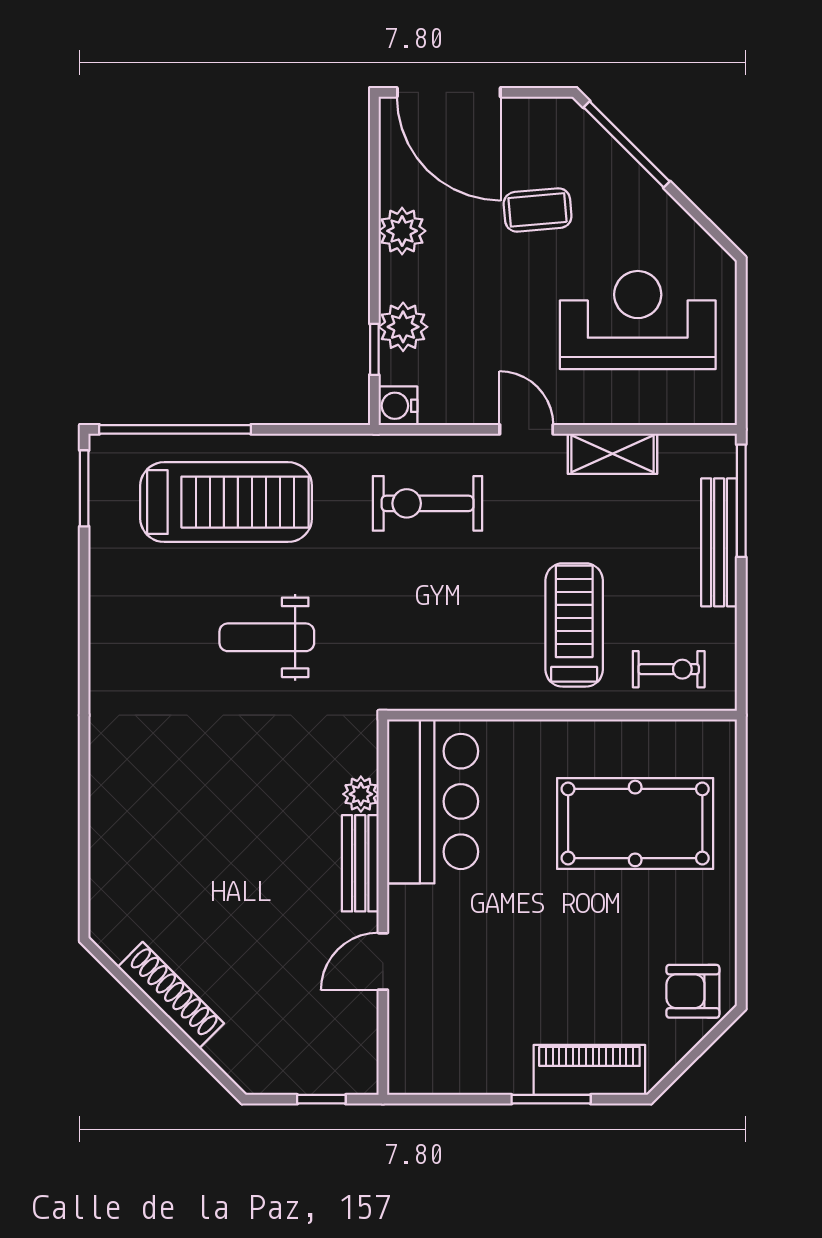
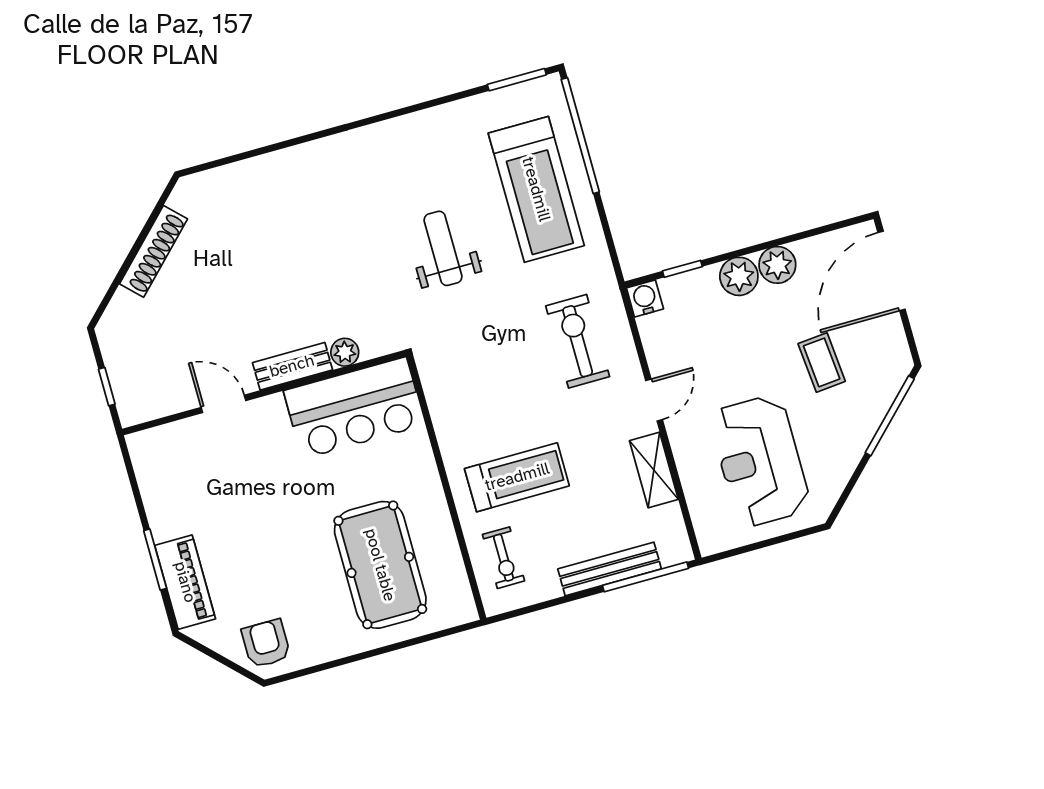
reception desk: (638, 320) -> (760, 461), turned 180
plant: (403, 327) -> (739, 276), moved

